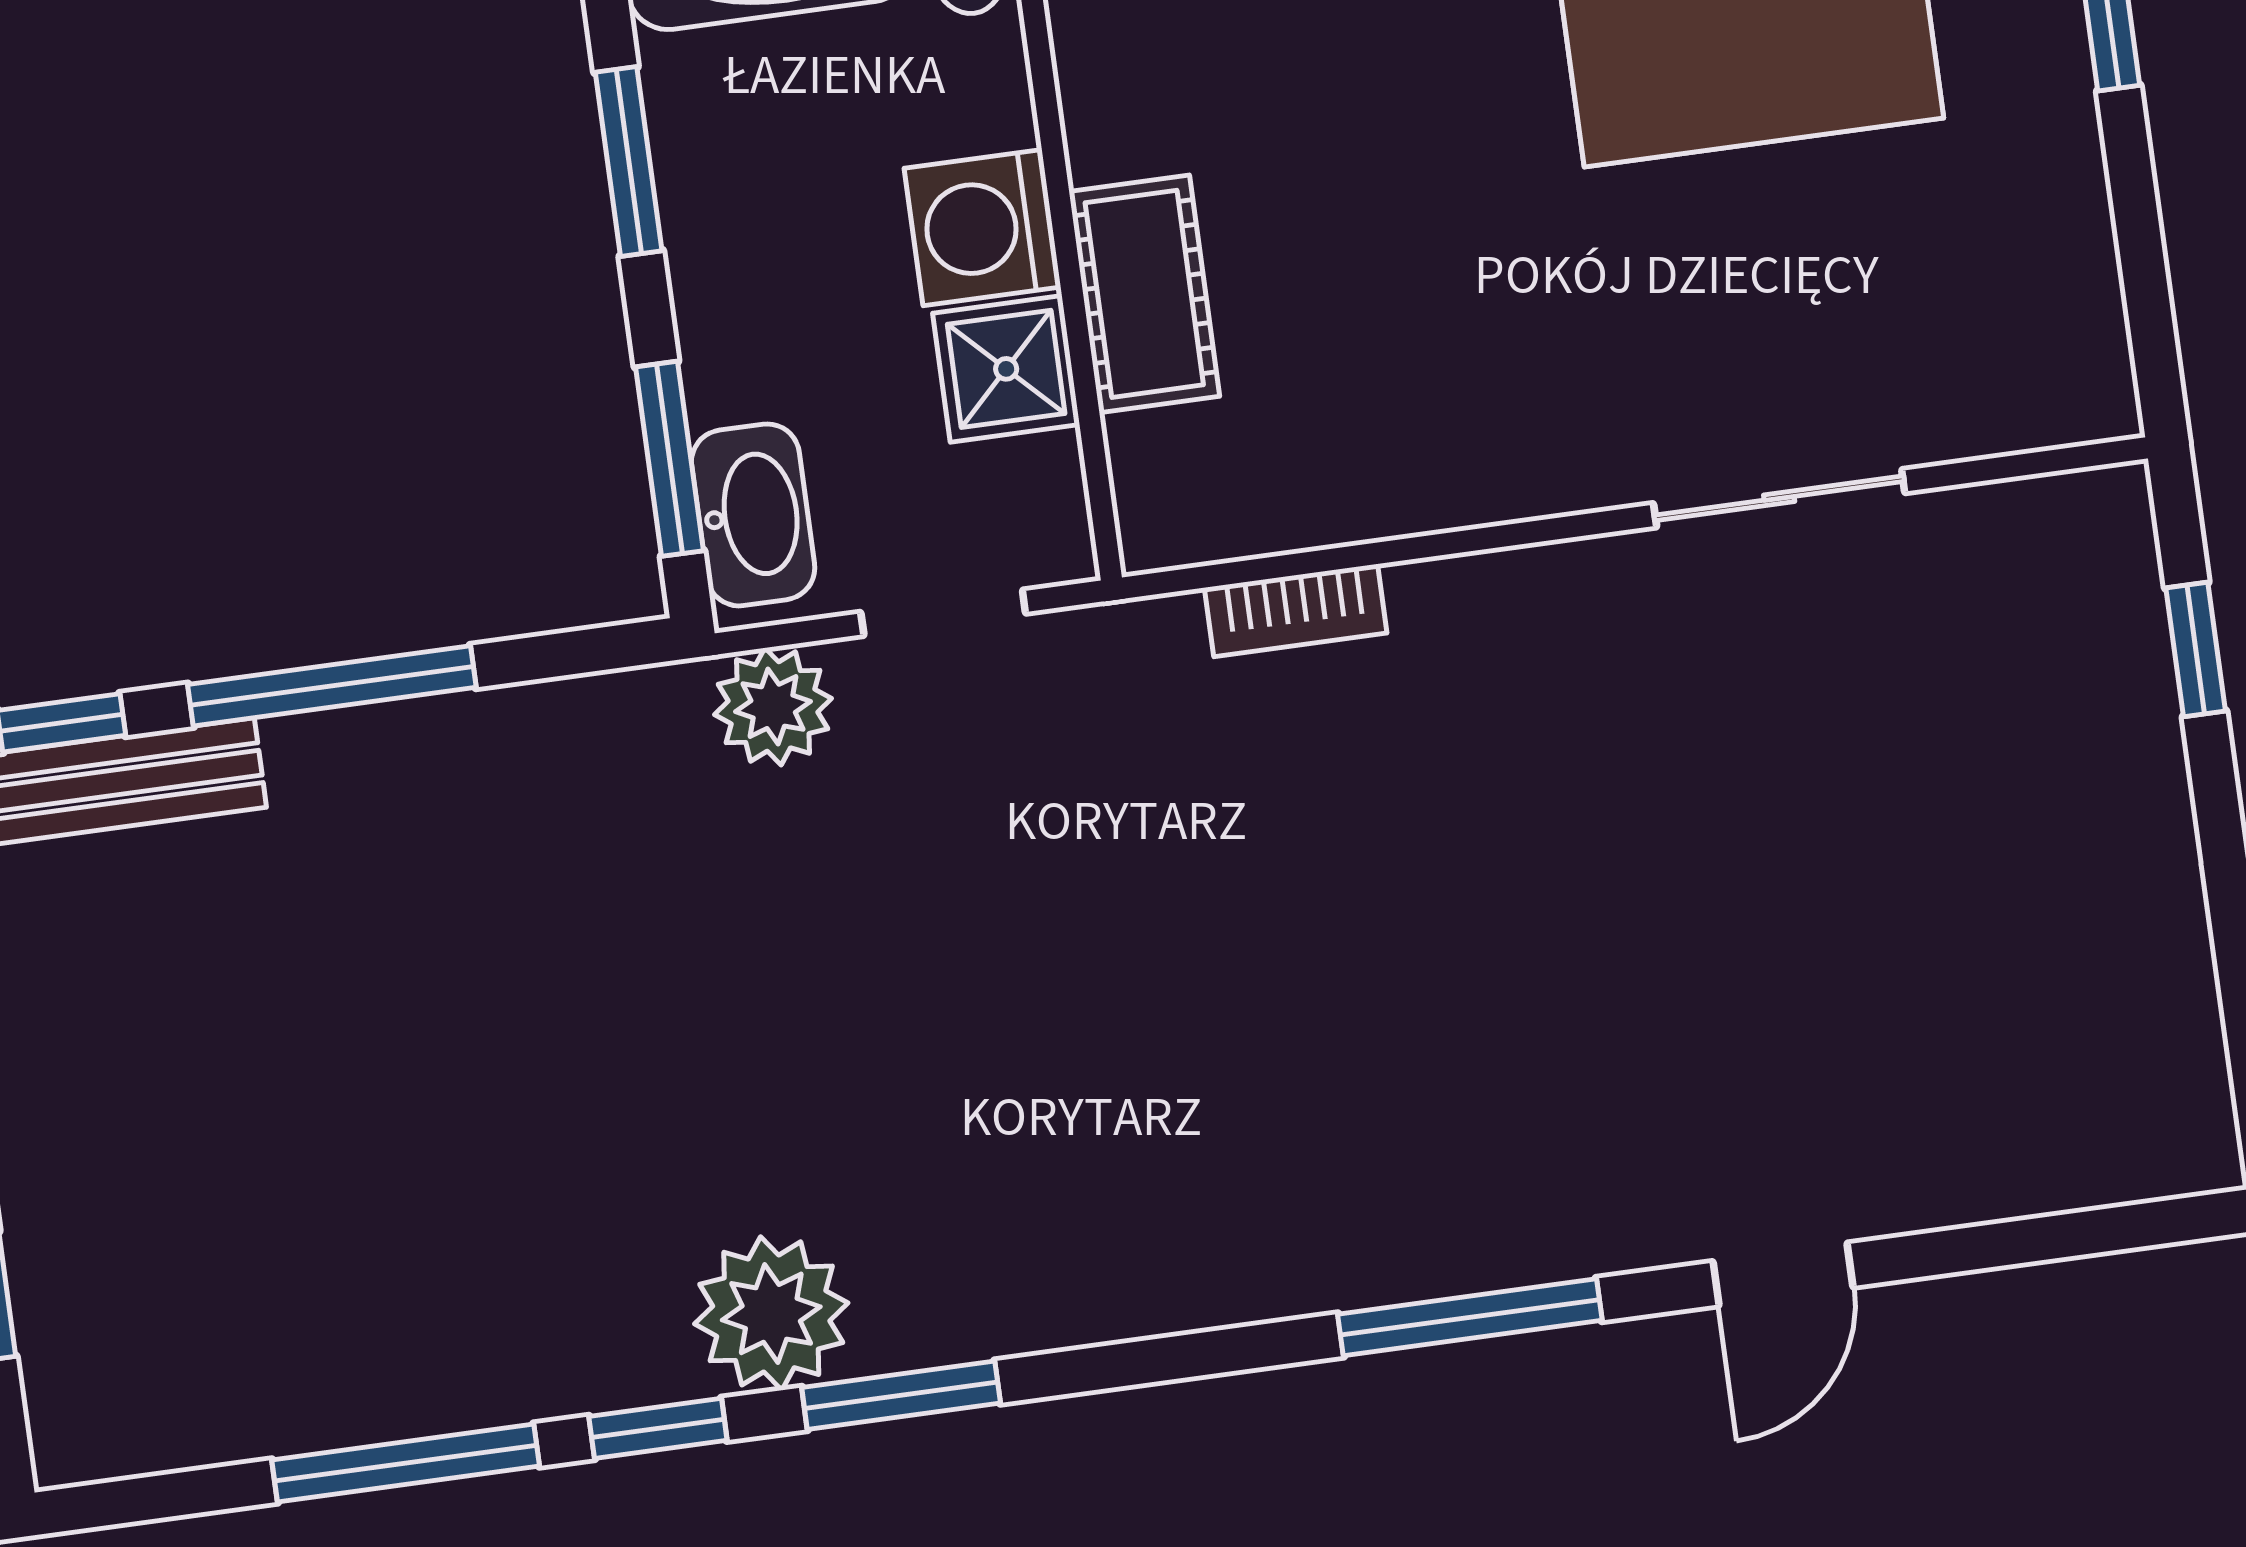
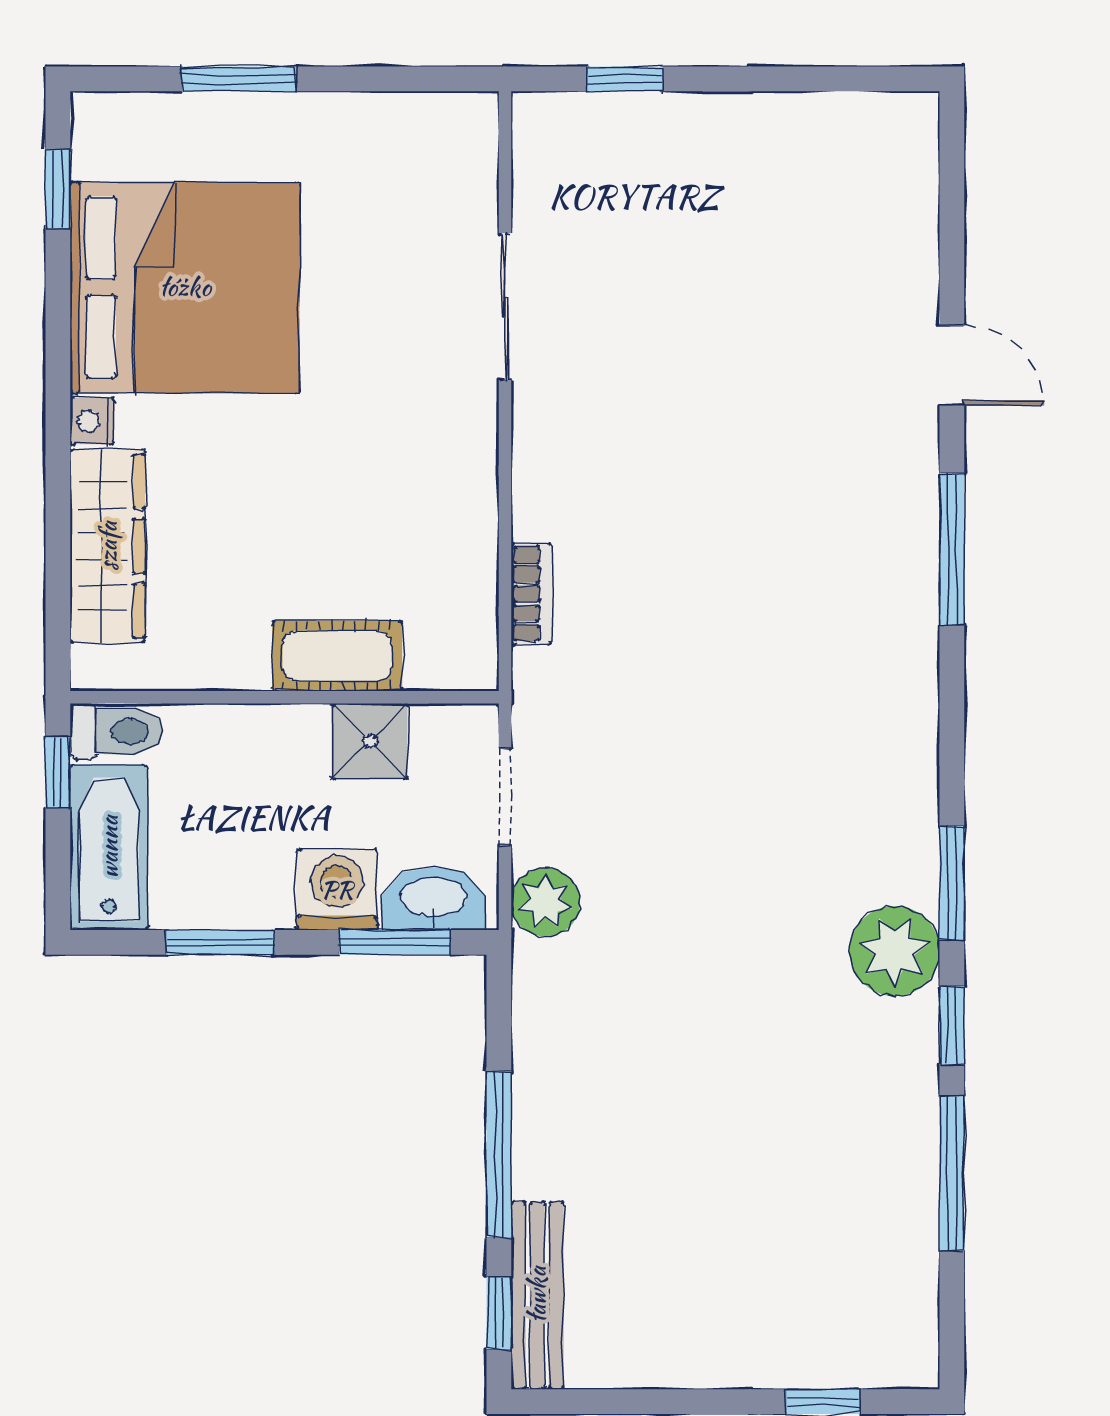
washing machine: (983, 228) -> (337, 890), moved, turned 180

